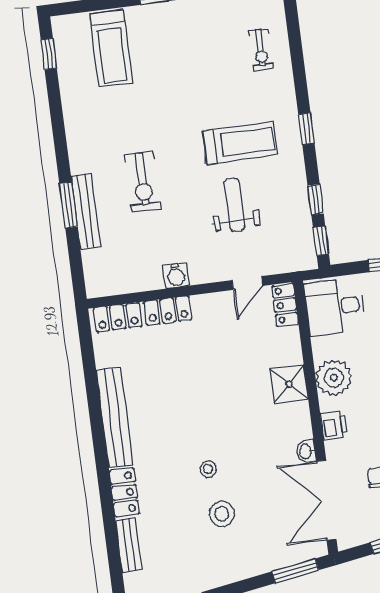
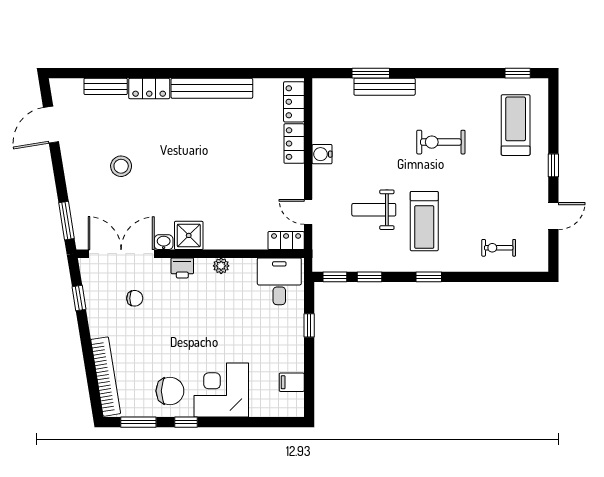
treadmill: (111, 48) -> (516, 125), turned 90
exercise bike: (143, 182) -> (441, 142), moved
window: (68, 205) -> (371, 73), moved
weight bench: (234, 205) -> (374, 210), turned 180
plant: (334, 378) -> (221, 266), width x0.53, depth x0.53
shower: (289, 384) -> (189, 235), moved
stool: (208, 469) -> (160, 160), removed

